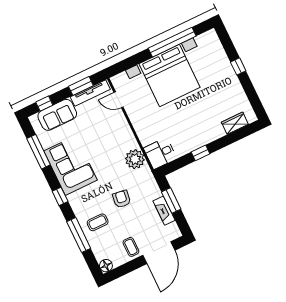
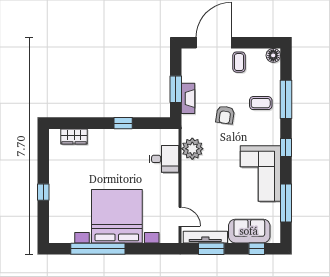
desk: (160, 153) -> (164, 159), moved
fireplace: (164, 211) -> (188, 98), moved

